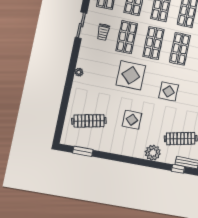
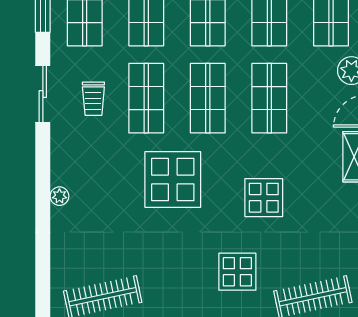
display table: (132, 120) -> (237, 272), moved

